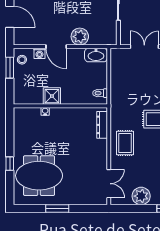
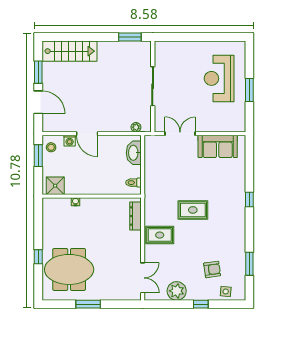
plant: (80, 37) -> (136, 127), moved, width x0.53, depth x0.53
washbasin: (96, 55) -> (134, 153), moved, turned 90
shower: (52, 96) -> (55, 186), moved
rug: (125, 143) -> (160, 235), turned 90

